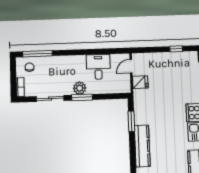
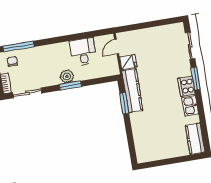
window: (176, 49) -> (161, 23), removed
sliding door: (50, 98) -> (27, 93), moved
kitchen counter: (142, 146) -> (132, 91), moved

